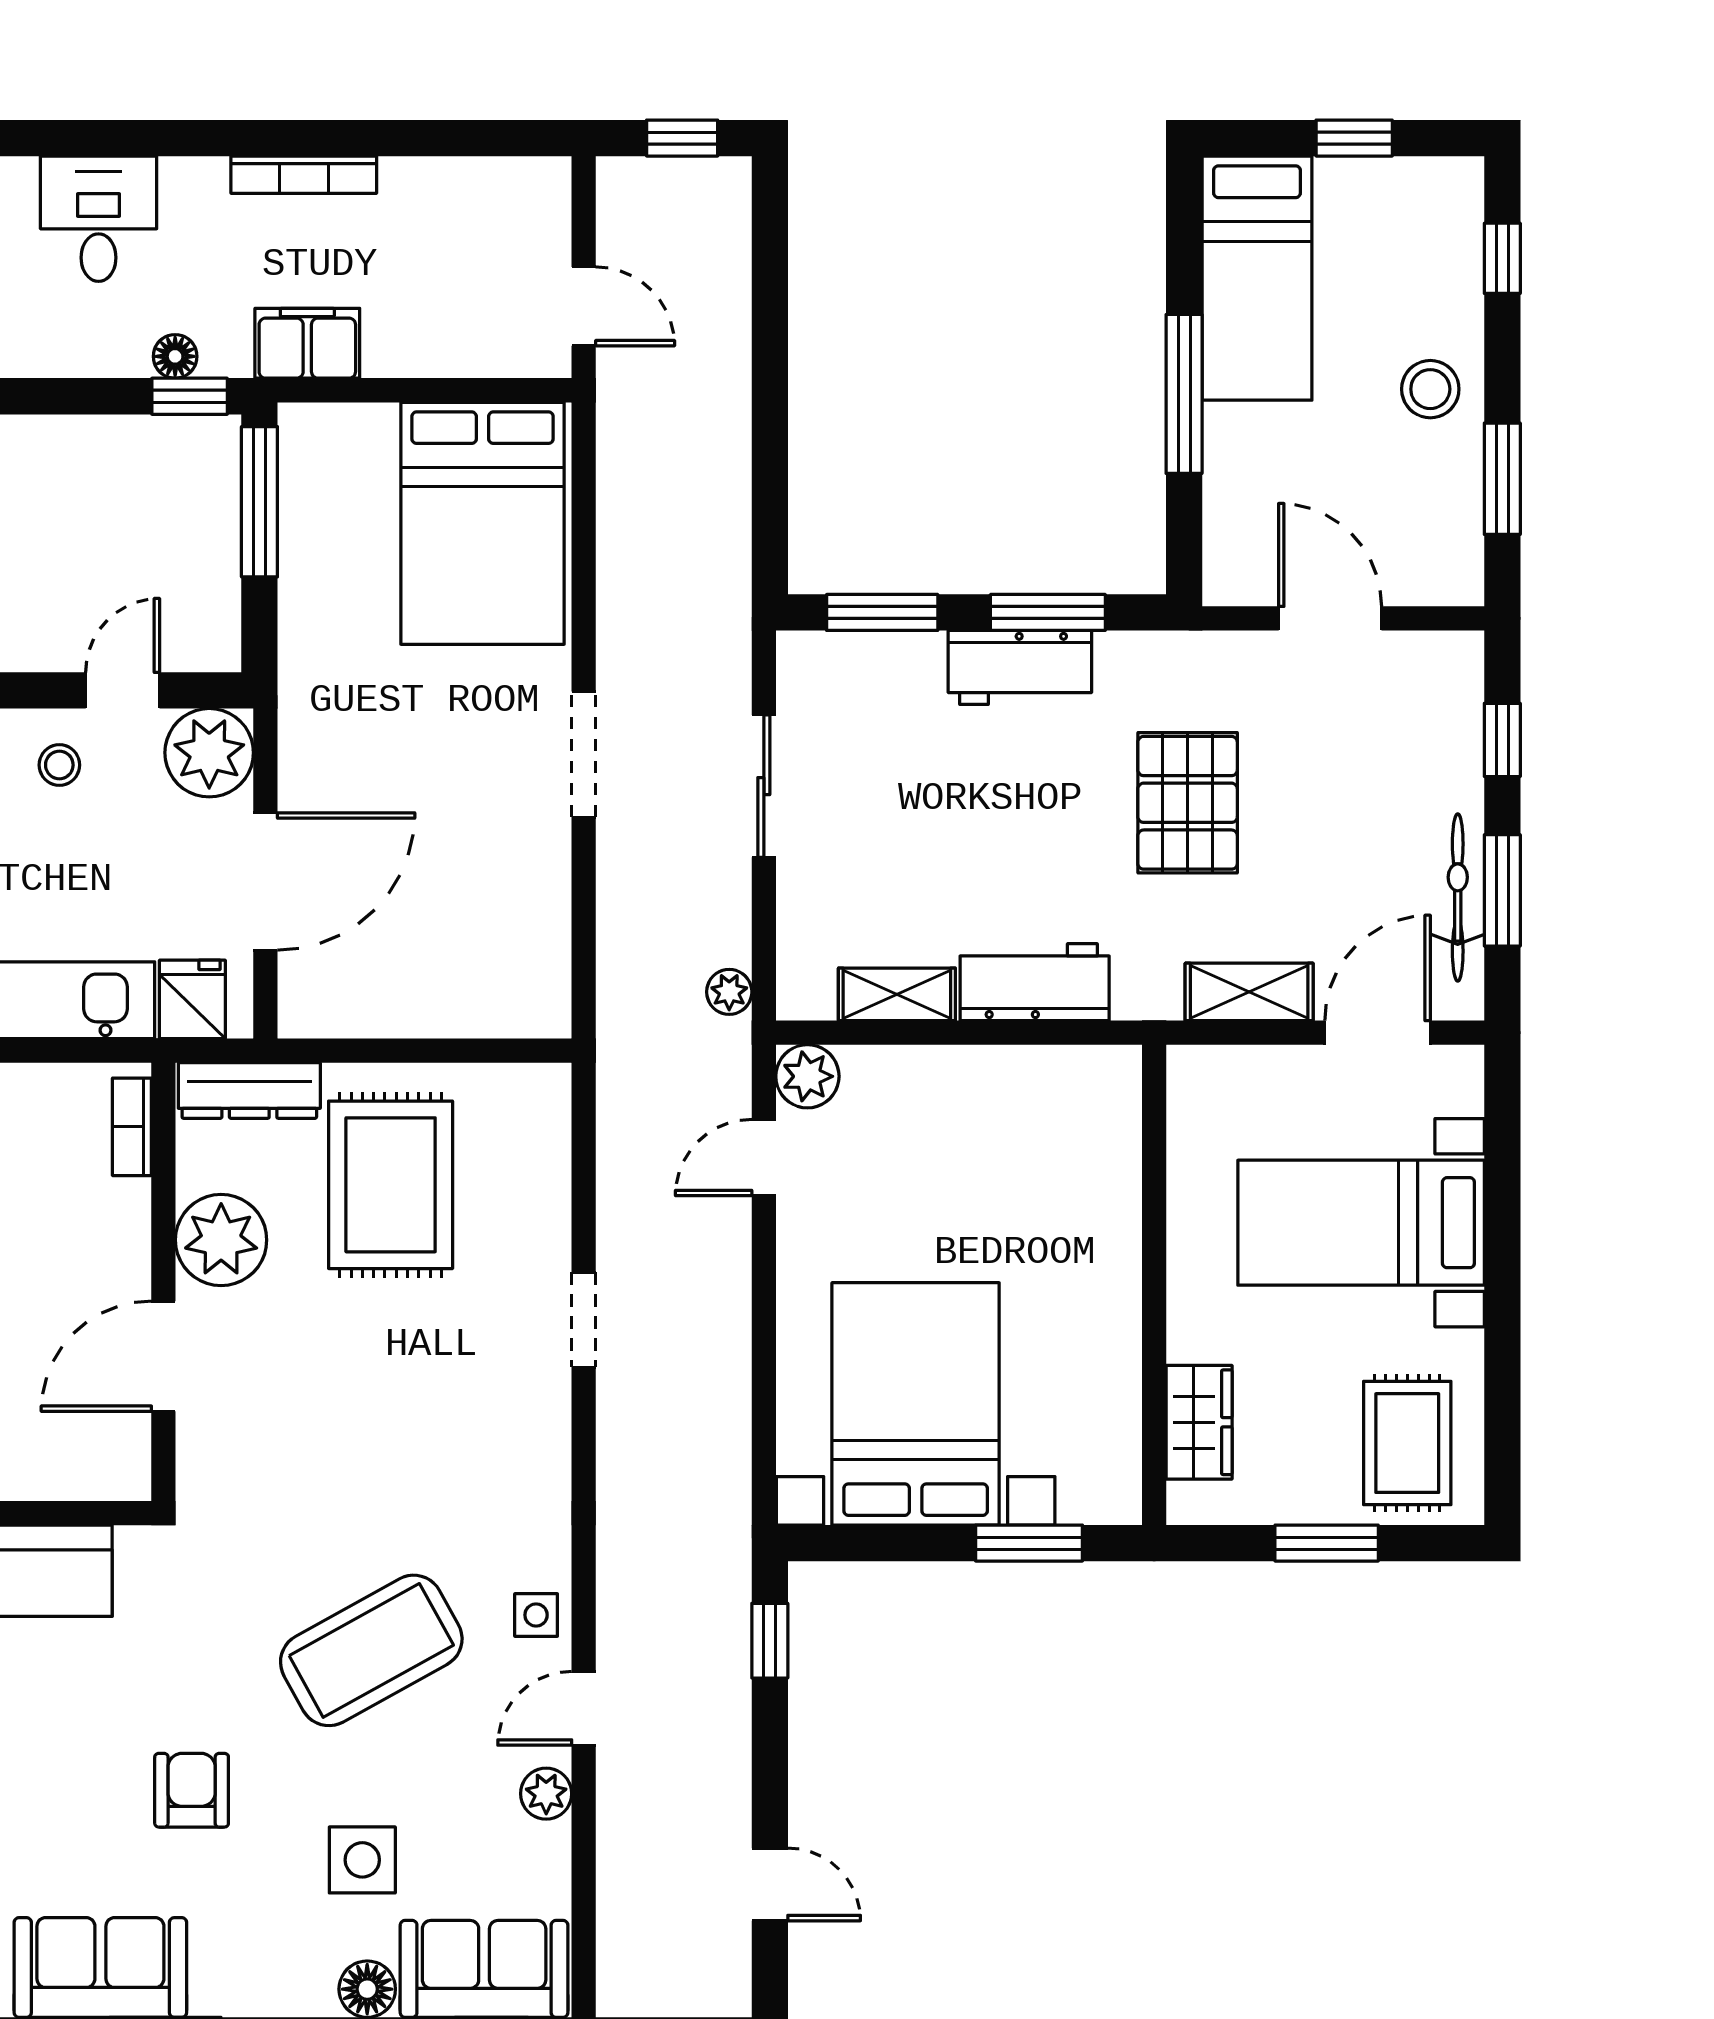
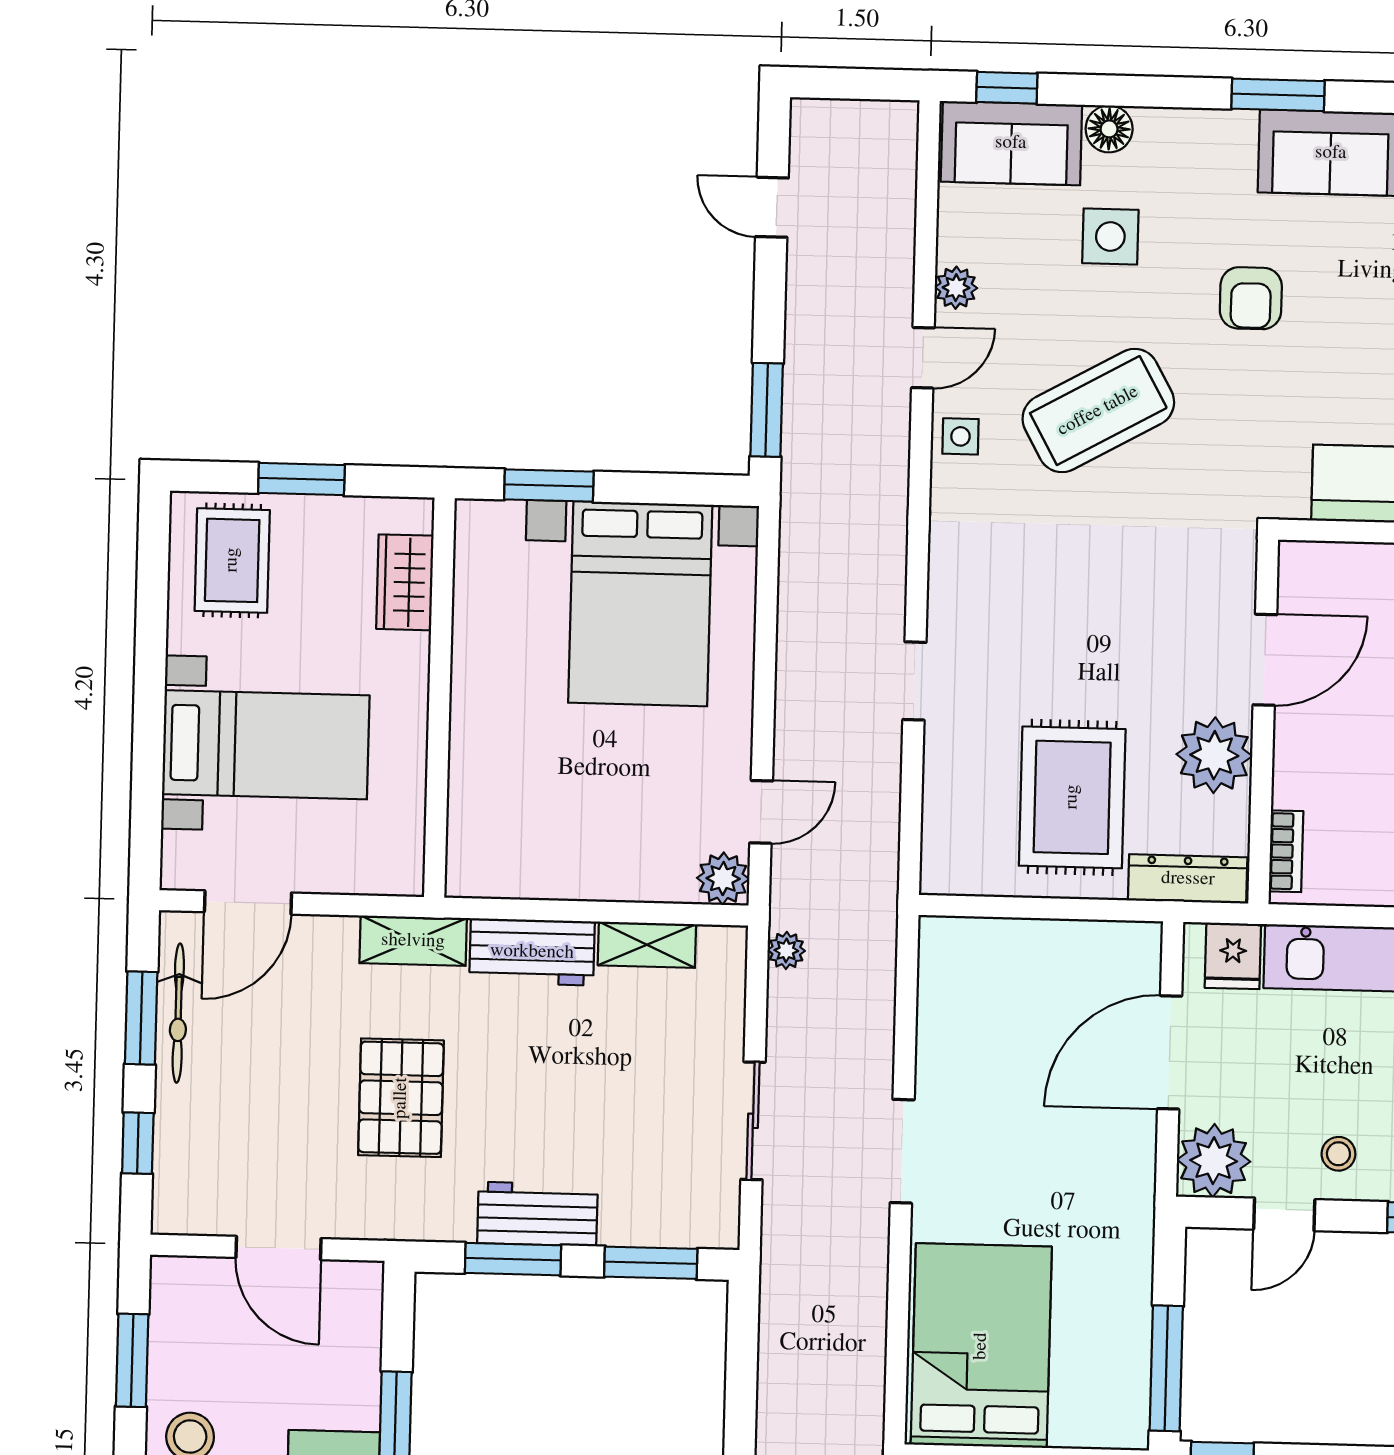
shelving: (1249, 992) -> (413, 941), moved
window: (770, 1641) -> (767, 410), width x1.50

